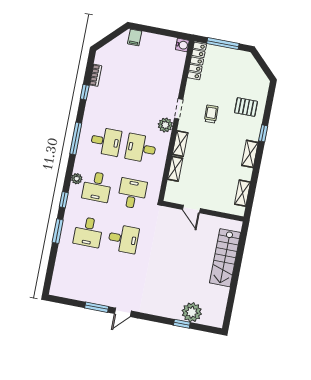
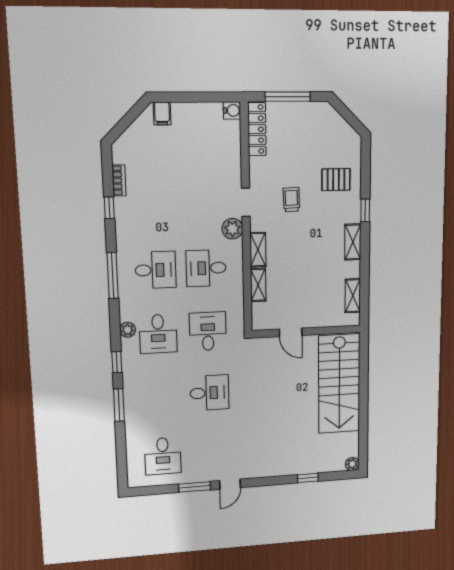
desk: (88, 232) -> (163, 456), moved
stairs: (225, 258) -> (339, 384), width x1.36, depth x1.51
plant: (192, 312) -> (352, 464), moved, width x0.53, depth x0.53

